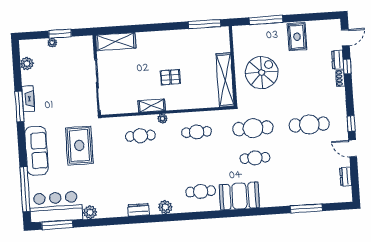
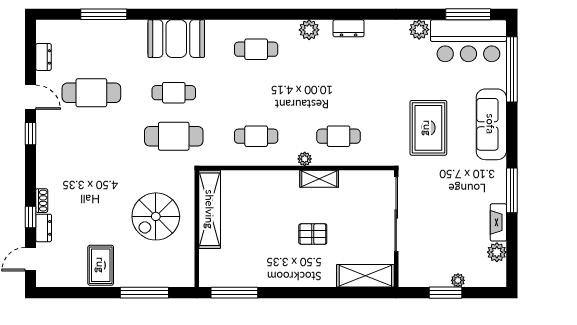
pallet: (170, 77) -> (313, 234), moved
fireplace: (28, 99) -> (498, 222), moved
cafe table: (309, 124) -> (91, 93), moved
booth: (239, 196) -> (176, 39), moved

